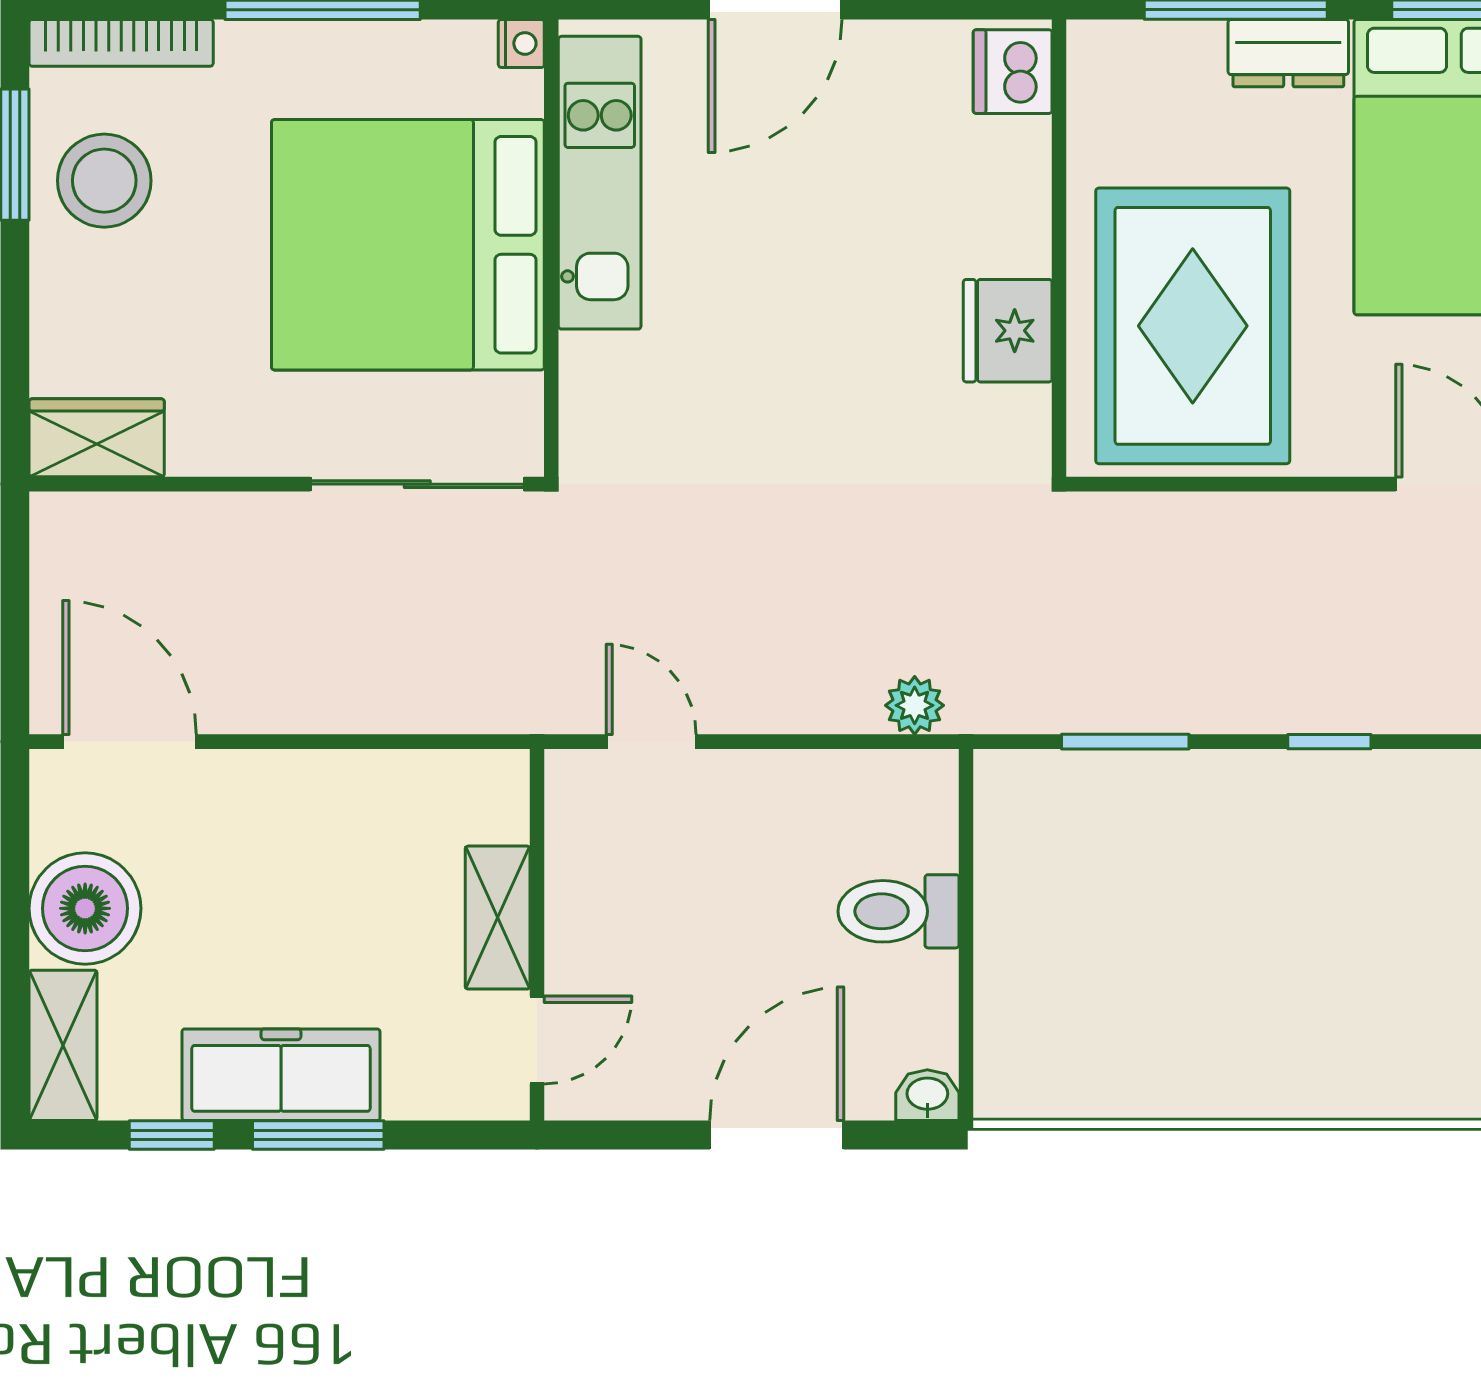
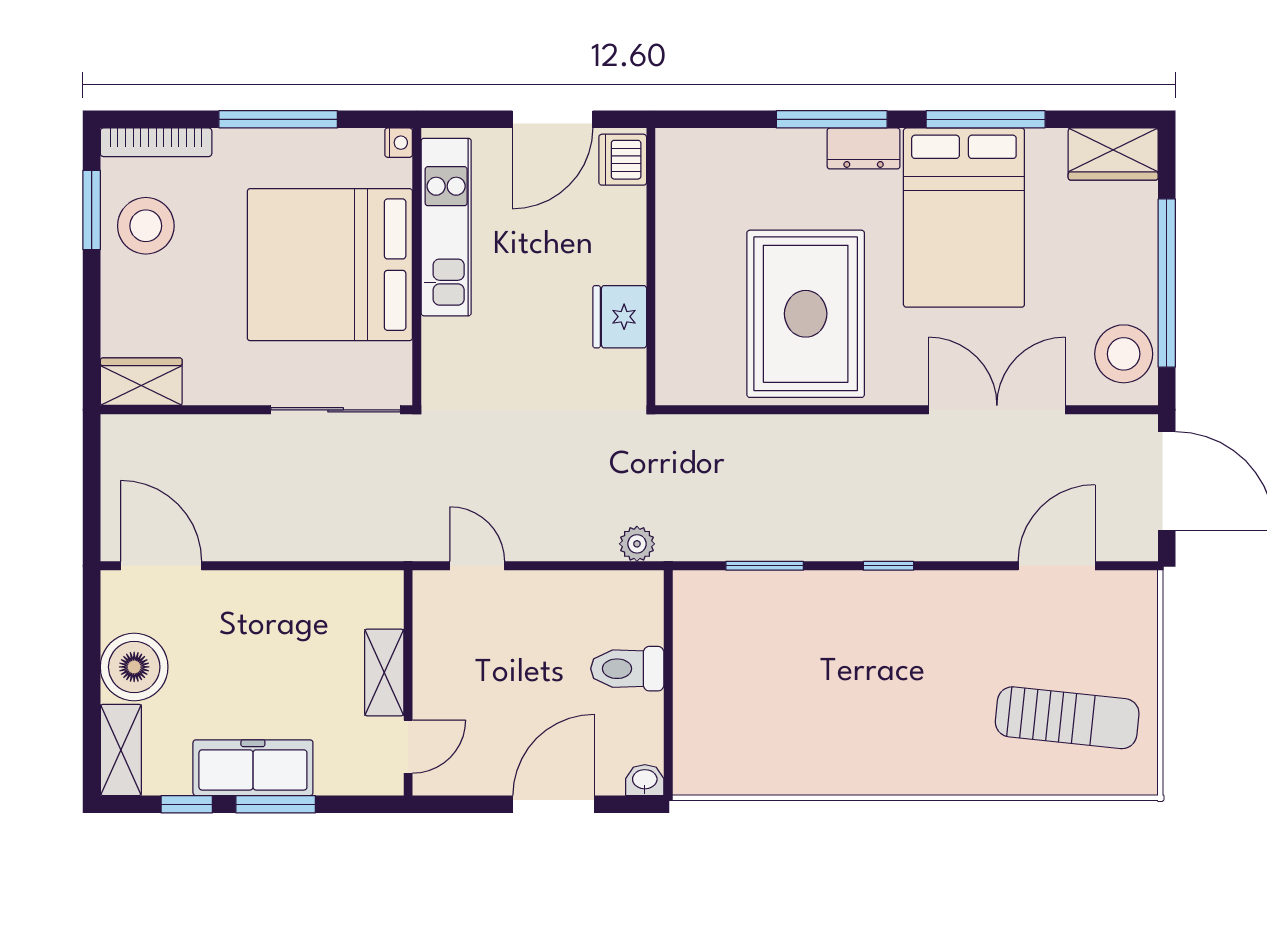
dishwasher: (1013, 72) -> (623, 160), moved
wall: (1059, 248) -> (651, 267), moved
fridge: (1008, 331) -> (620, 317), moved

